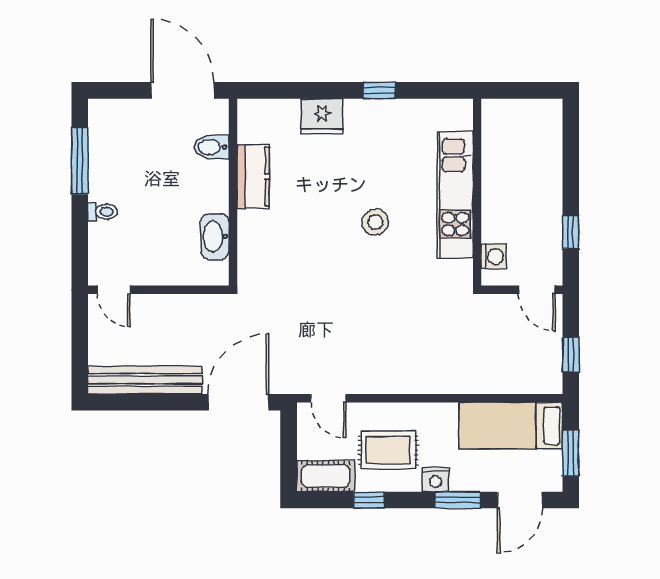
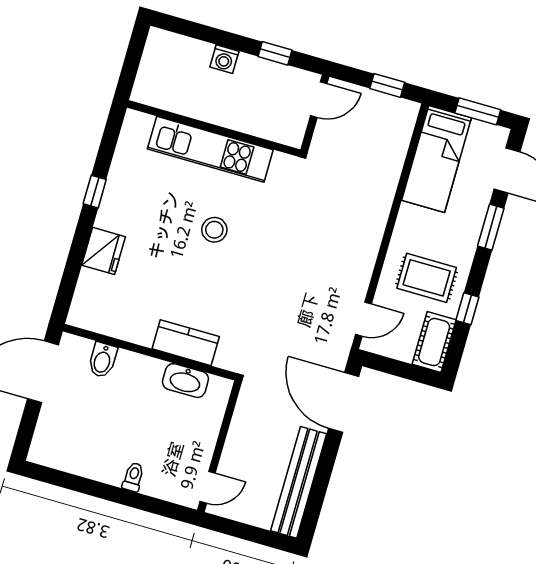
window: (80, 161) -> (80, 484), removed
kitchen counter: (253, 177) -> (186, 343), moved
washing machine: (494, 256) -> (224, 59), moved, turned 180
rug: (388, 450) -> (427, 278), turned 90
nightstand: (436, 480) -> (466, 242), removed

